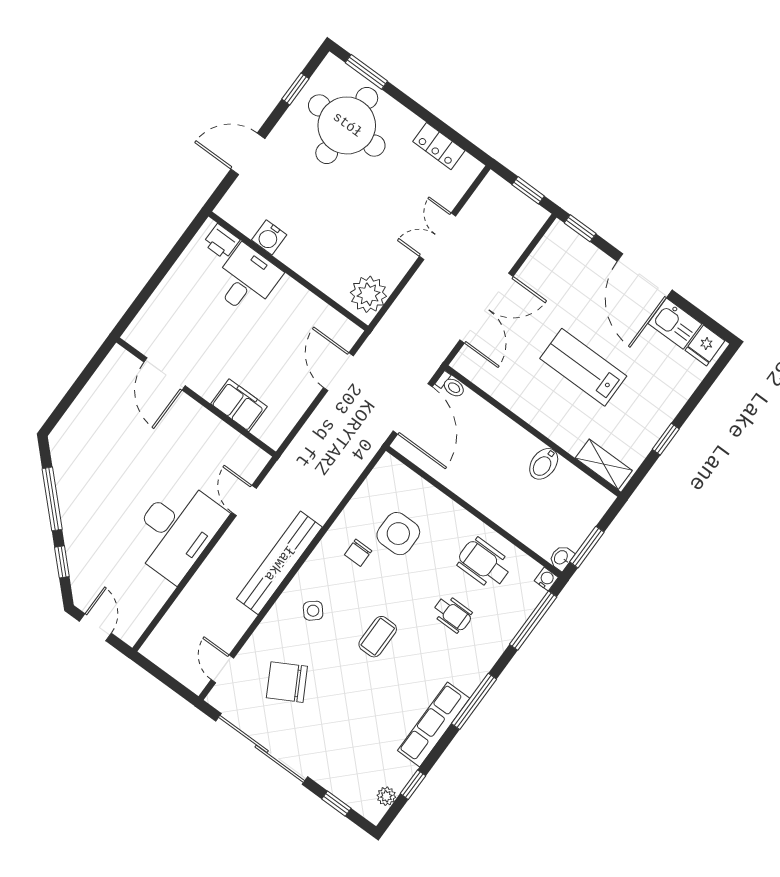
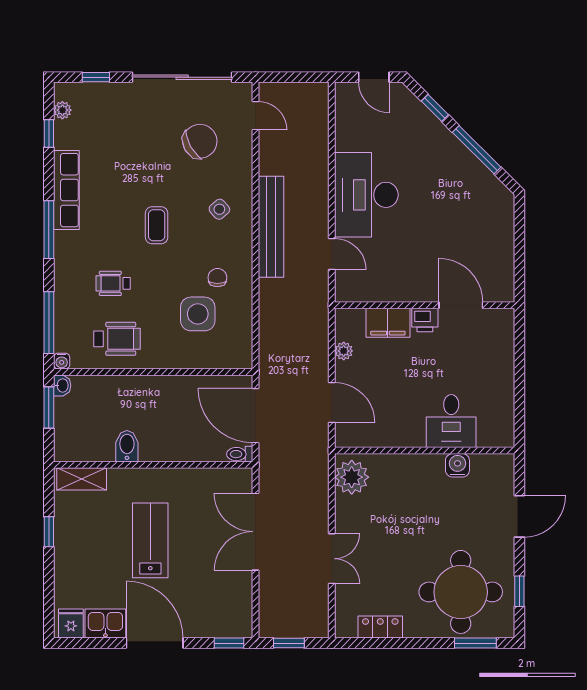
printer: (221, 242) -> (425, 320), moved, turned 180
lab bench: (583, 367) -> (150, 540), turned -90
plant: (295, 409) -> (344, 351), added

